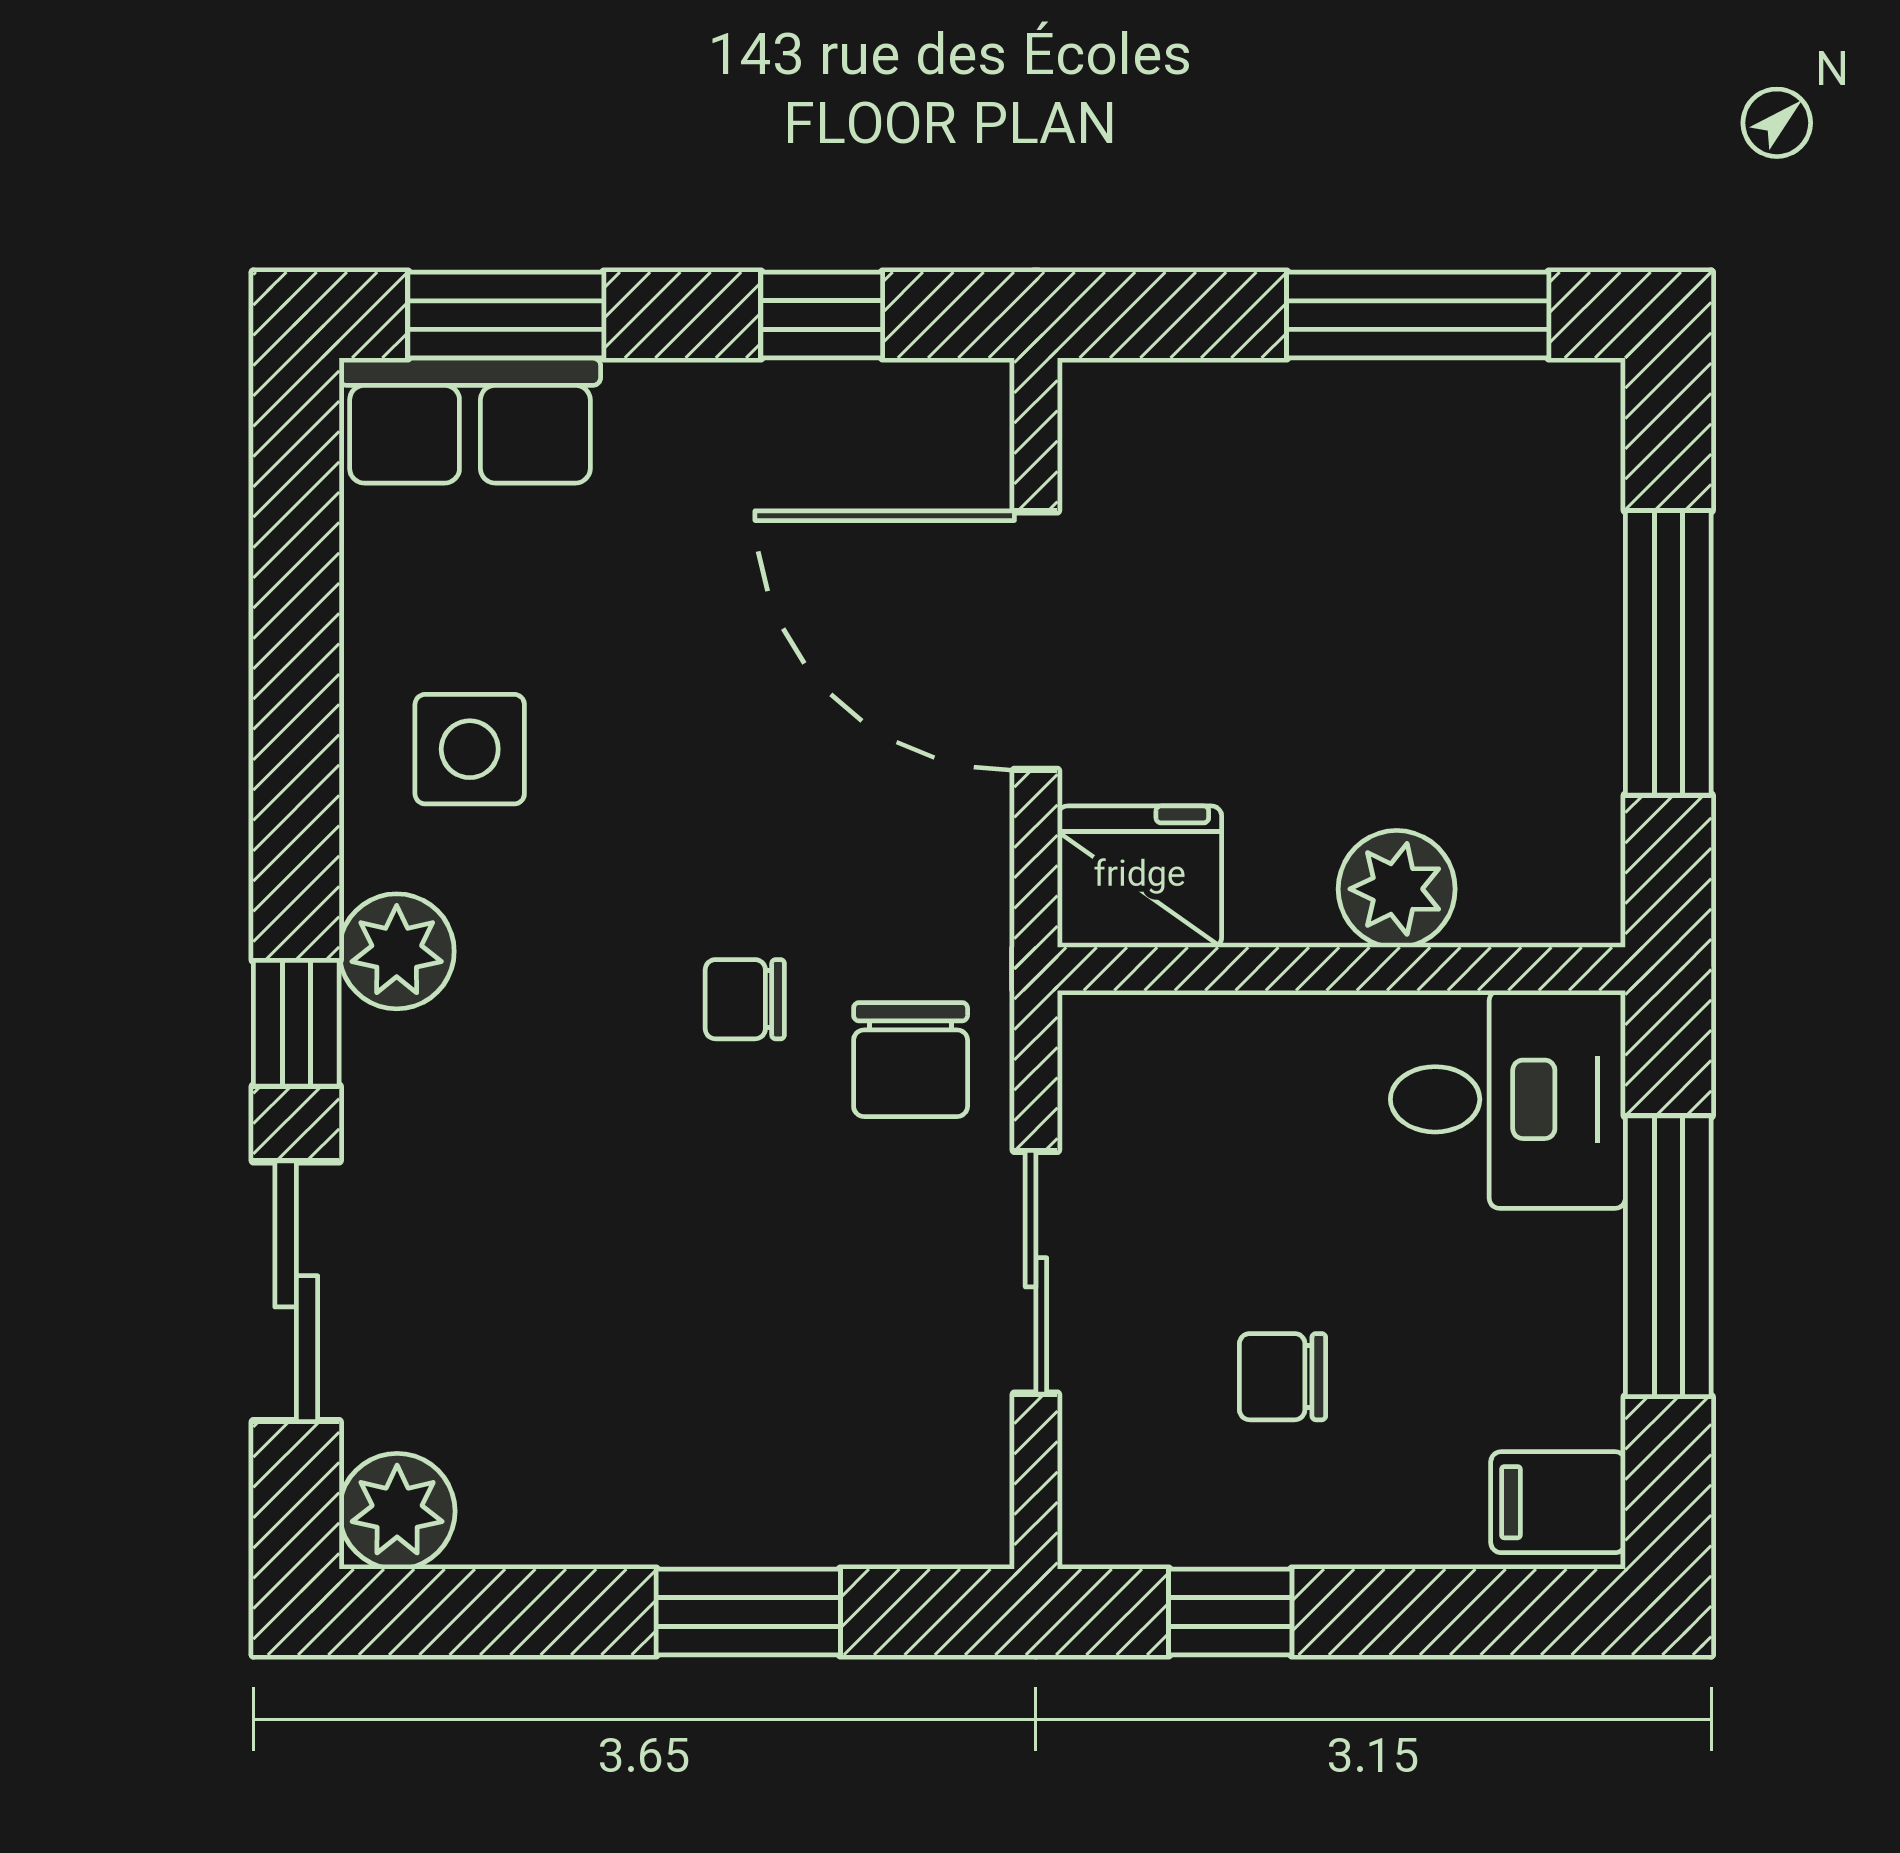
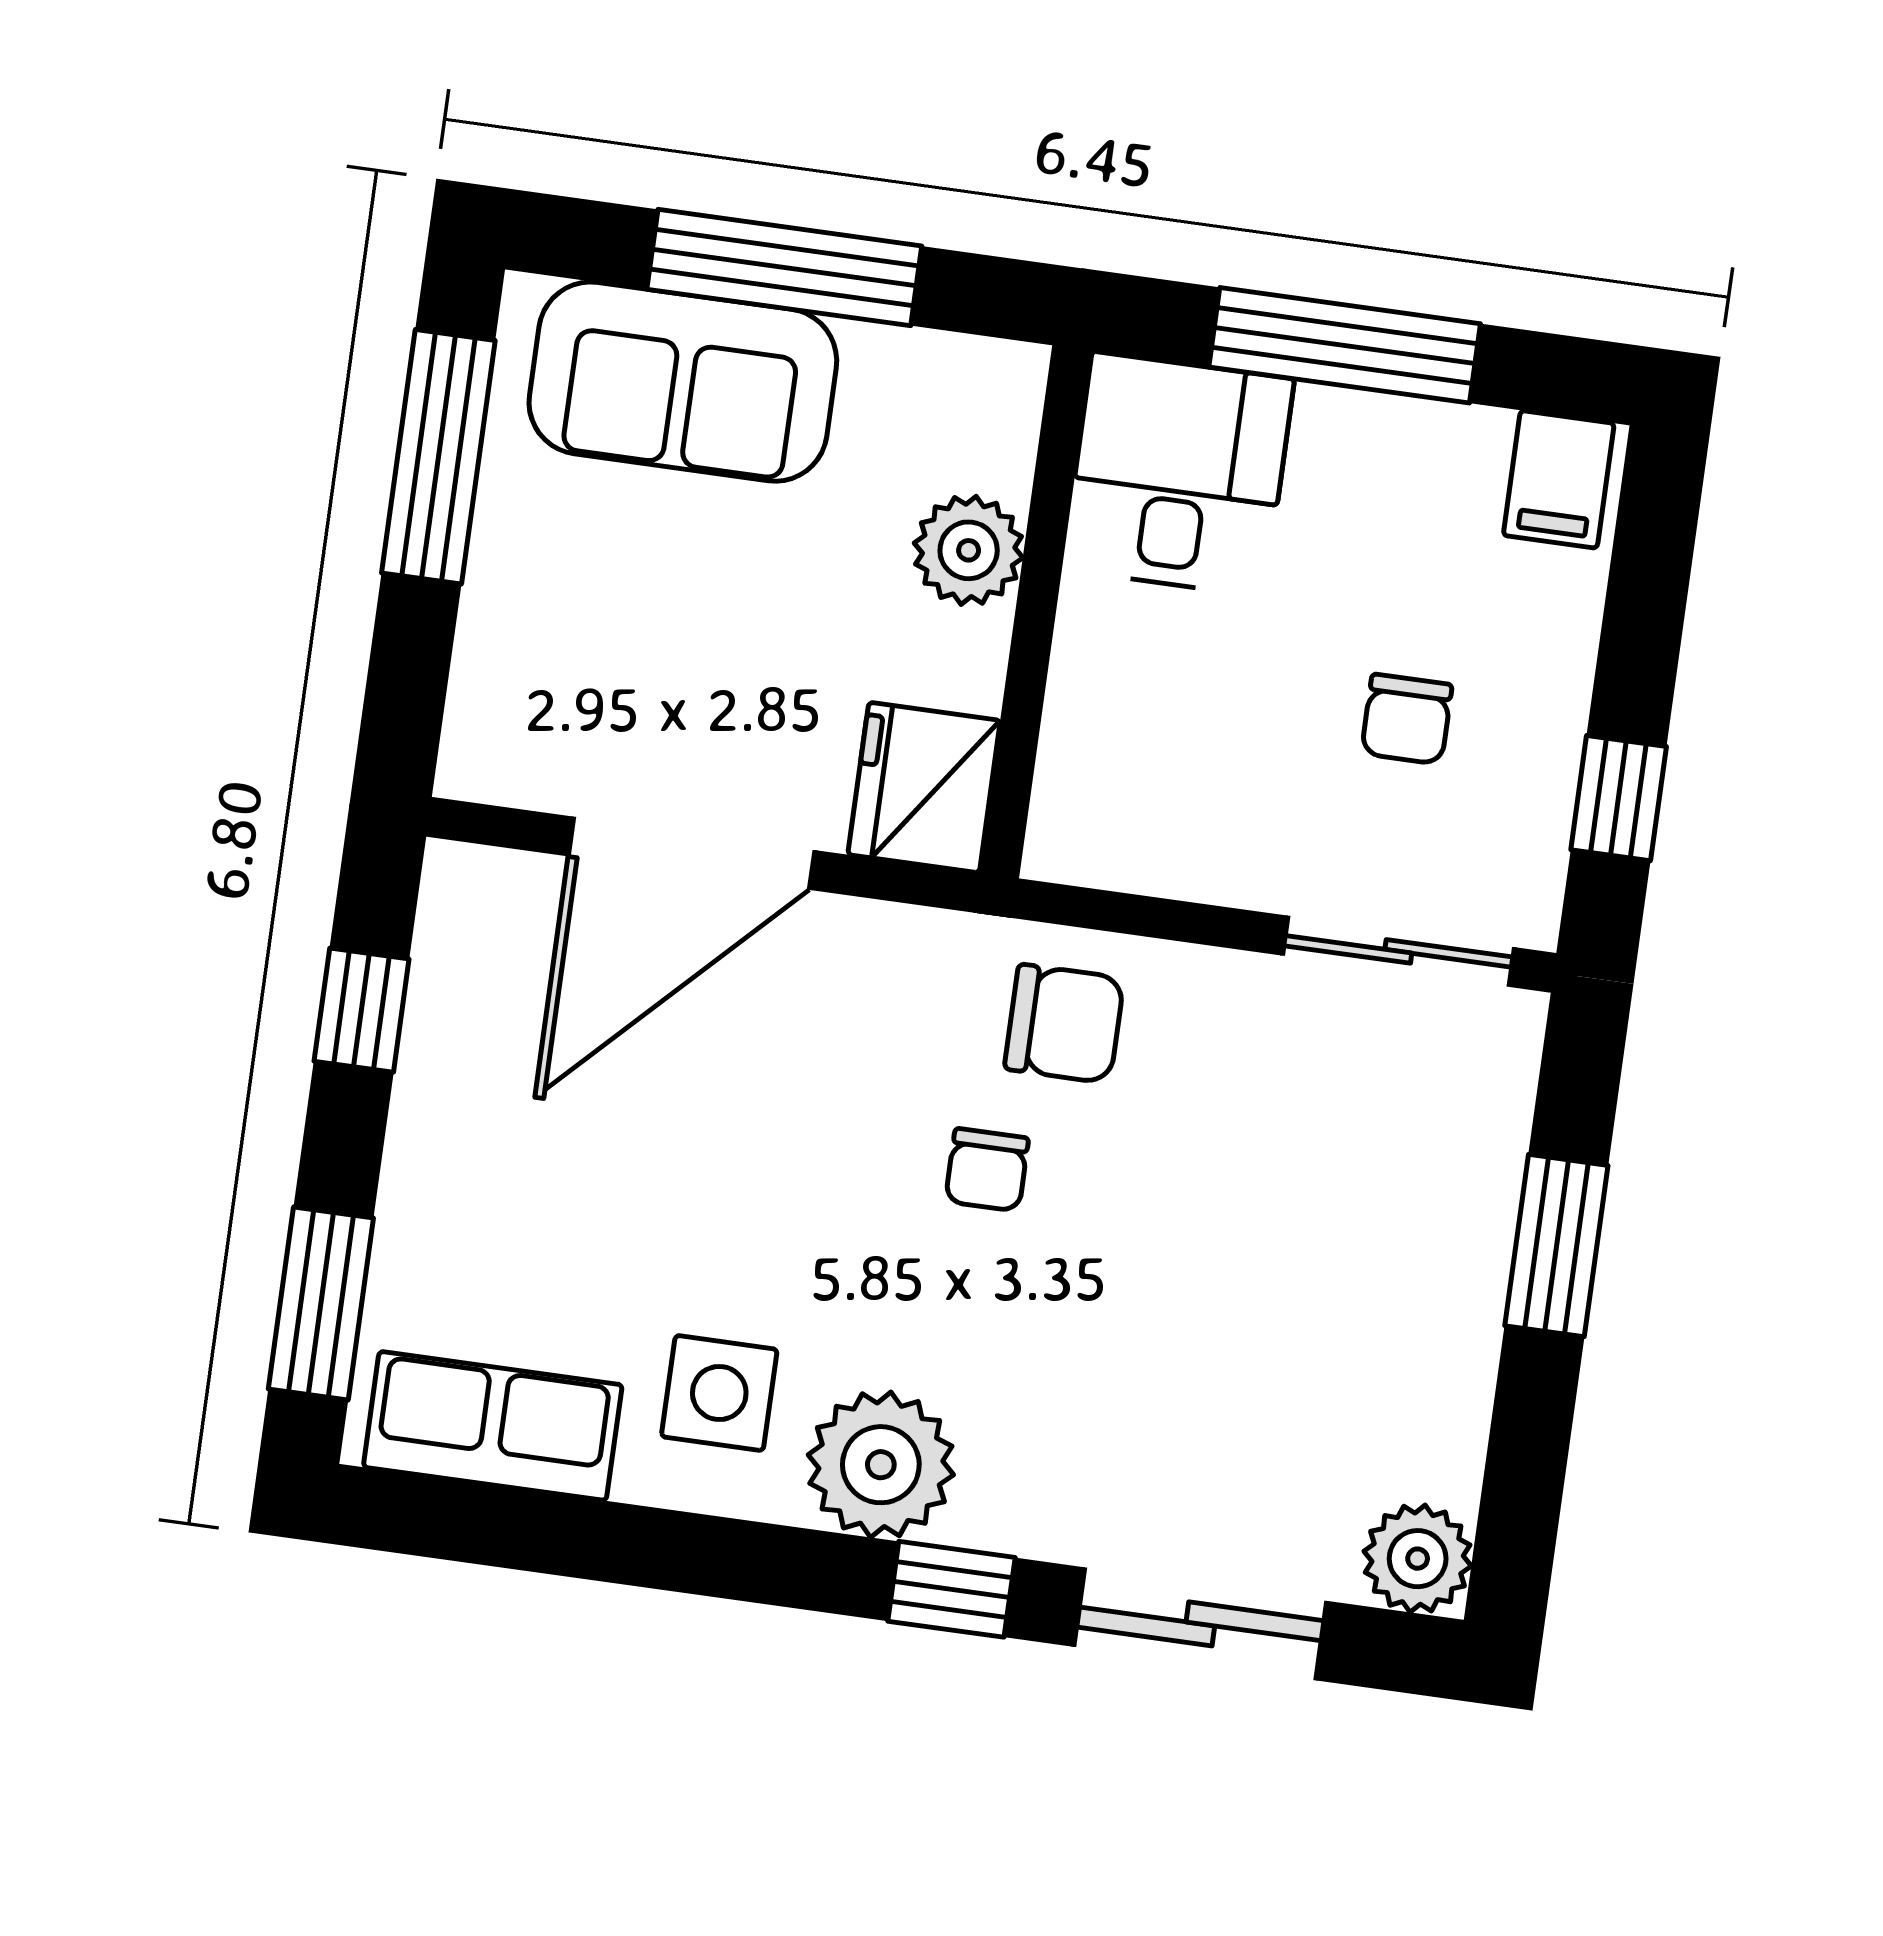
row of seats: (470, 420) -> (493, 1426), moved, turned -90
sofa: (1533, 562) -> (683, 382), added
plant: (397, 951) -> (881, 1465), width x1.36, depth x1.36
sliding door: (1036, 1272) -> (1398, 951), moved

